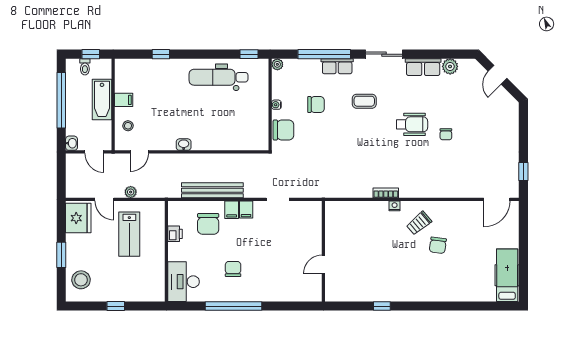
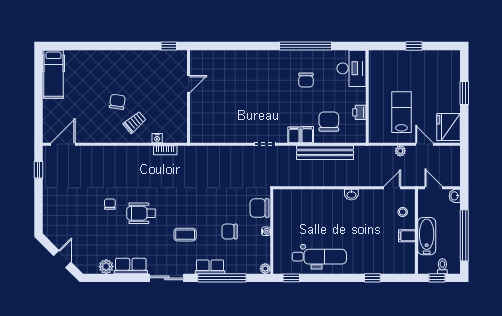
wall: (323, 251) -> (189, 96), moved
door: (323, 264) -> (189, 84), moved
stool: (81, 280) -> (446, 70), removed

